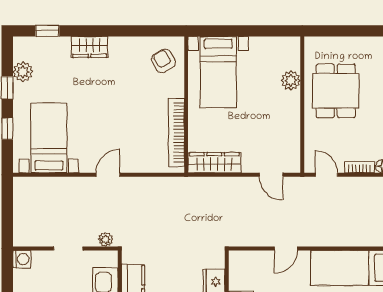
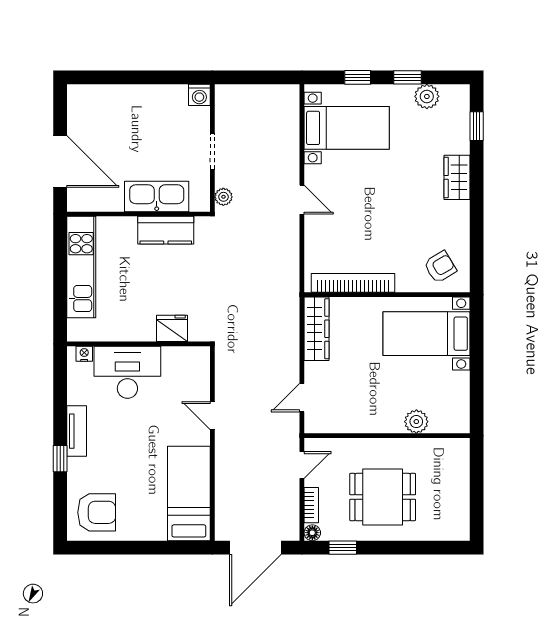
dining table: (336, 91) -> (383, 497), moved

